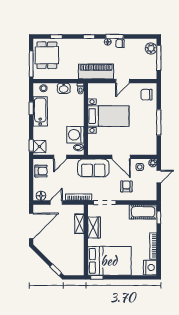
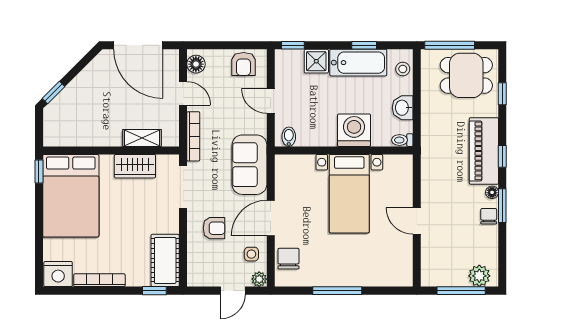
piano: (96, 71) -> (484, 151), moved, turned 180
chair: (147, 95) -> (288, 259), moved
washing machine: (75, 135) -> (354, 130), moved
shower: (39, 147) -> (316, 61), moved
door: (159, 177) -> (233, 291), hinge flipped

